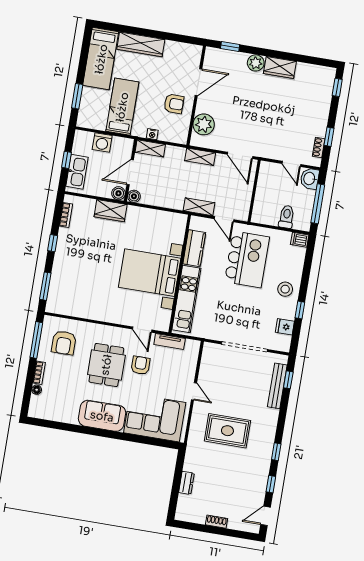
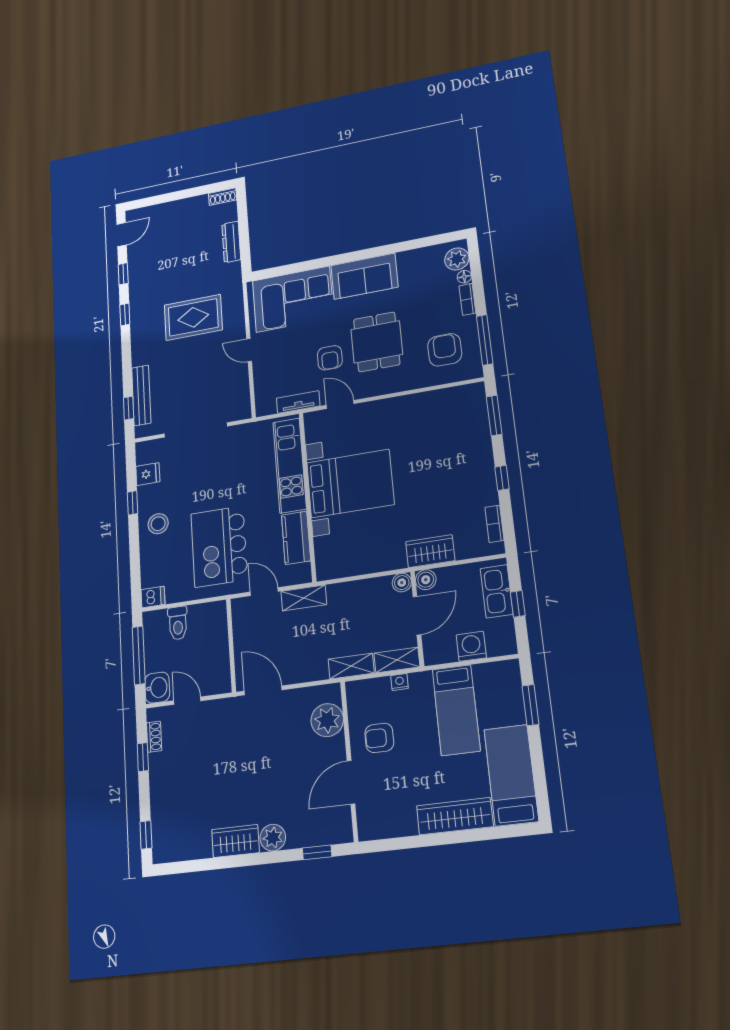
shelving: (200, 157) -> (351, 666), moved
plant: (38, 404) -> (457, 259), added
dresser: (186, 483) -> (231, 242), width x1.44
shoe rack: (217, 522) -> (223, 197), moved

